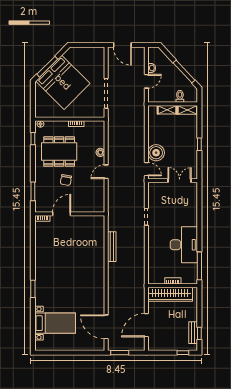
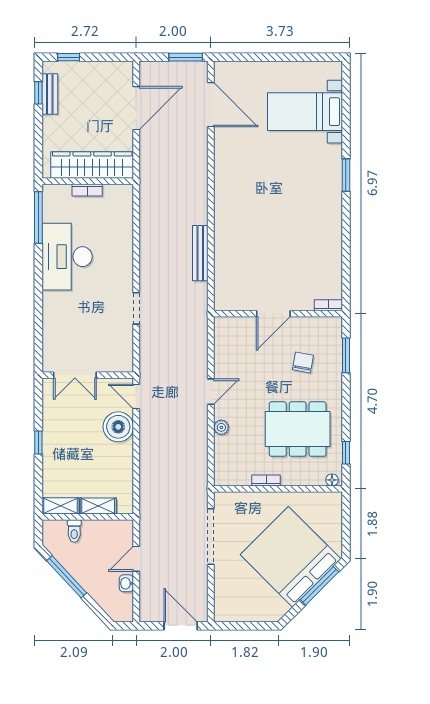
chair: (66, 180) -> (303, 362), moved
door: (62, 214) -> (273, 314), moved

